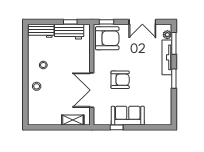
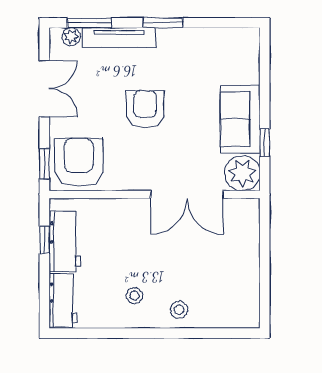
armchair: (120, 80) -> (145, 109), moved
plant: (102, 117) -> (242, 173), added
shelving: (73, 120) -> (249, 234), removed

